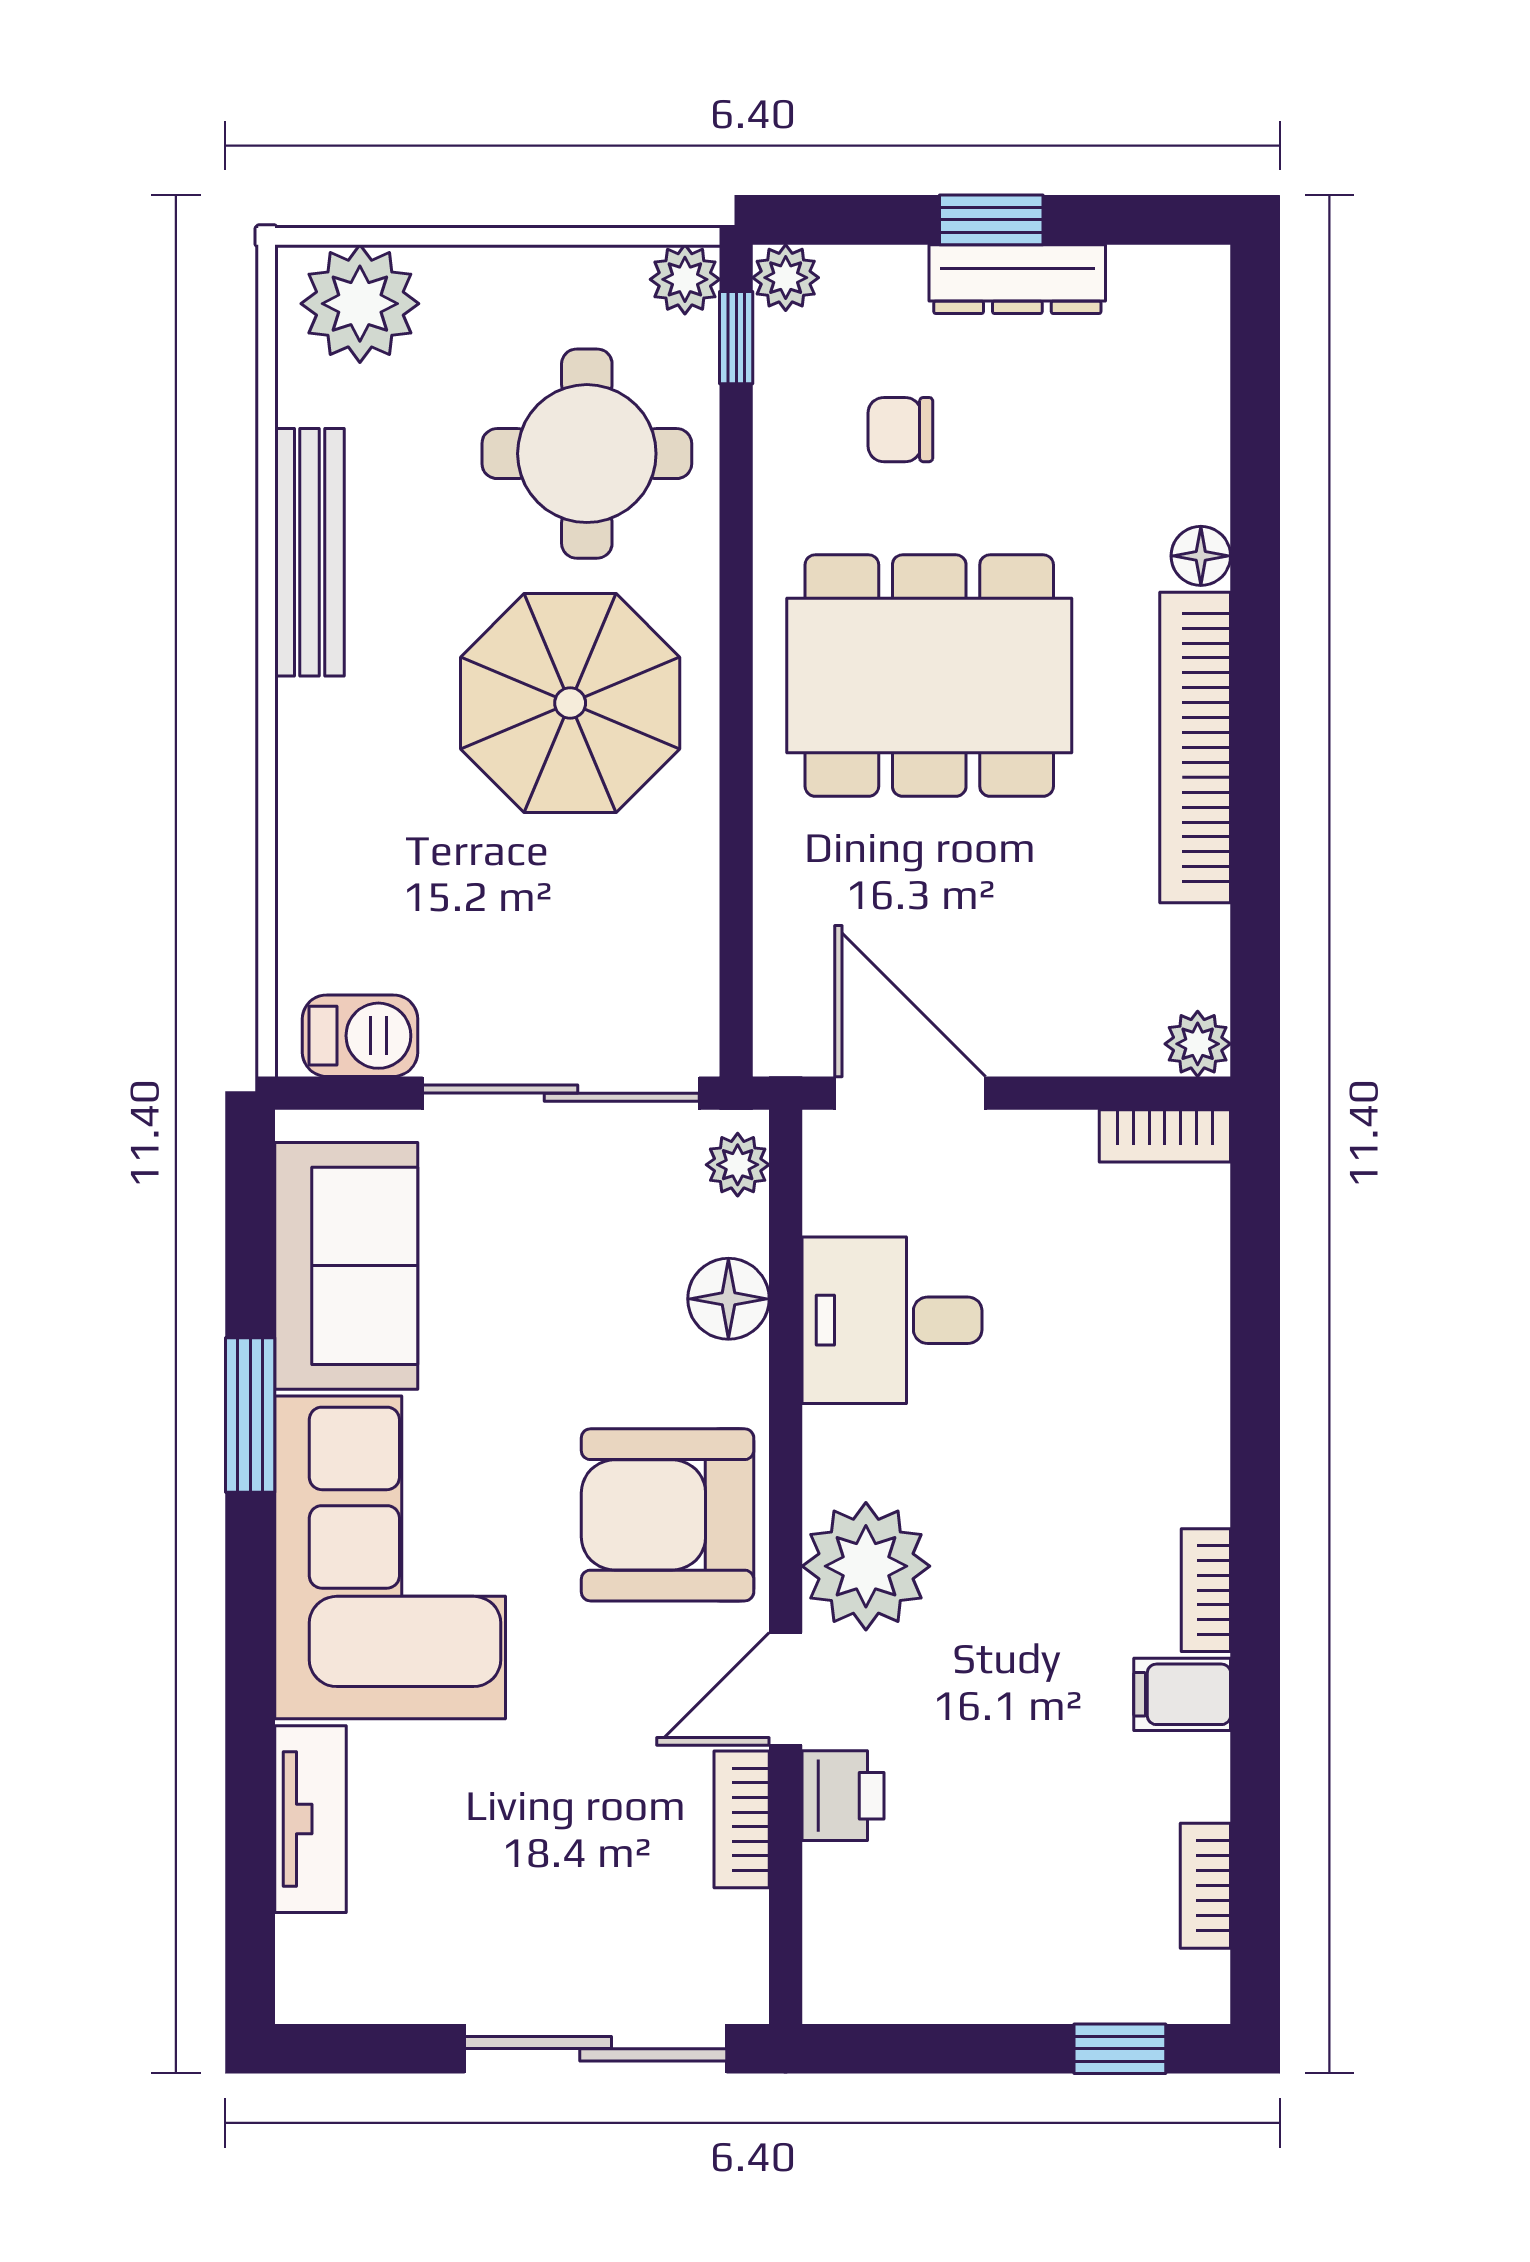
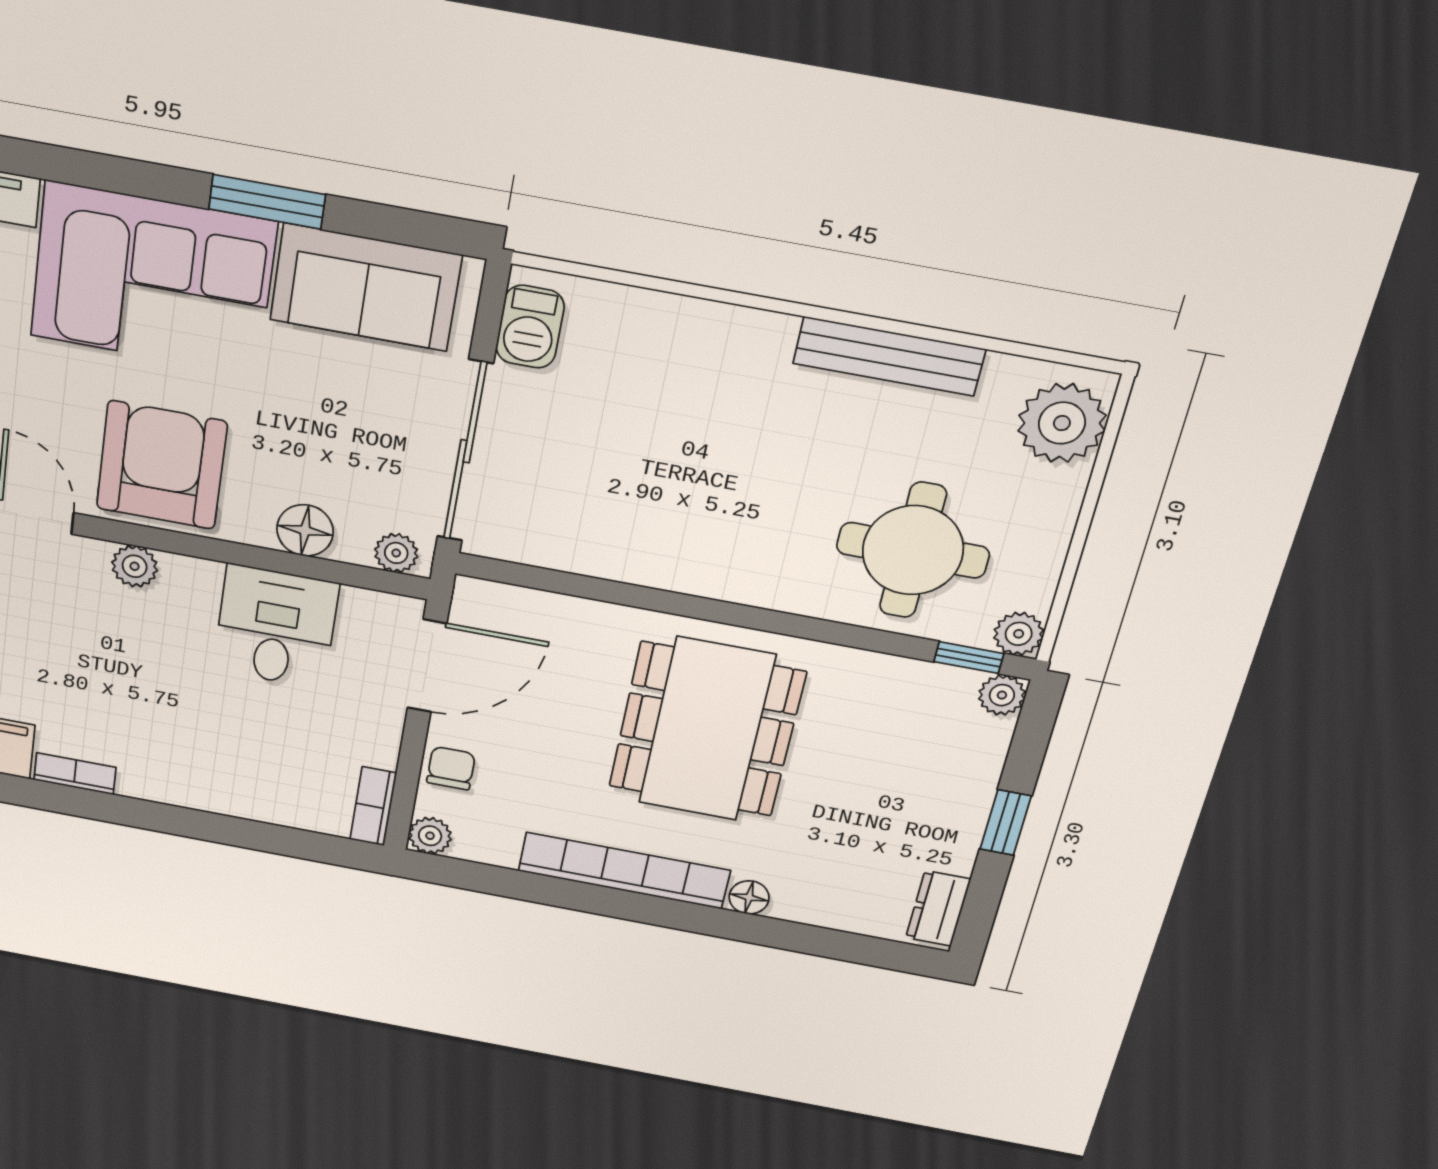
dresser: (1017, 279) -> (938, 908), moved, width x0.70
chair: (900, 430) -> (451, 768), moved
parasol: (570, 703) -> (739, 507), removed
plant: (866, 1566) -> (135, 566), width x0.53, depth x0.53

